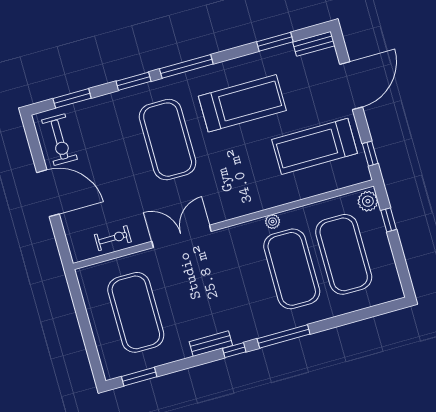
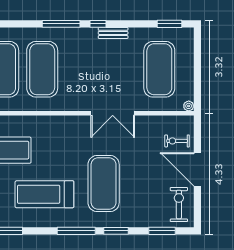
plant: (273, 222) -> (189, 106), moved
exercise bike: (113, 238) -> (177, 141), moved

